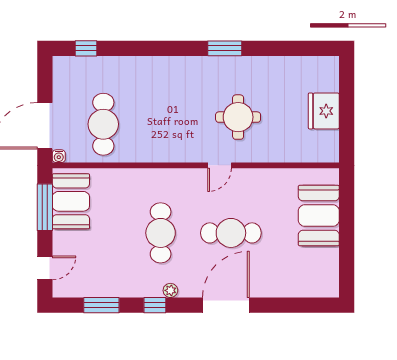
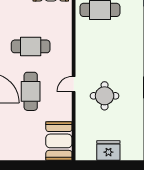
door: (220, 165) -> (74, 84), hinge flipped
booth: (319, 216) -> (59, 141), moved, turned 90

